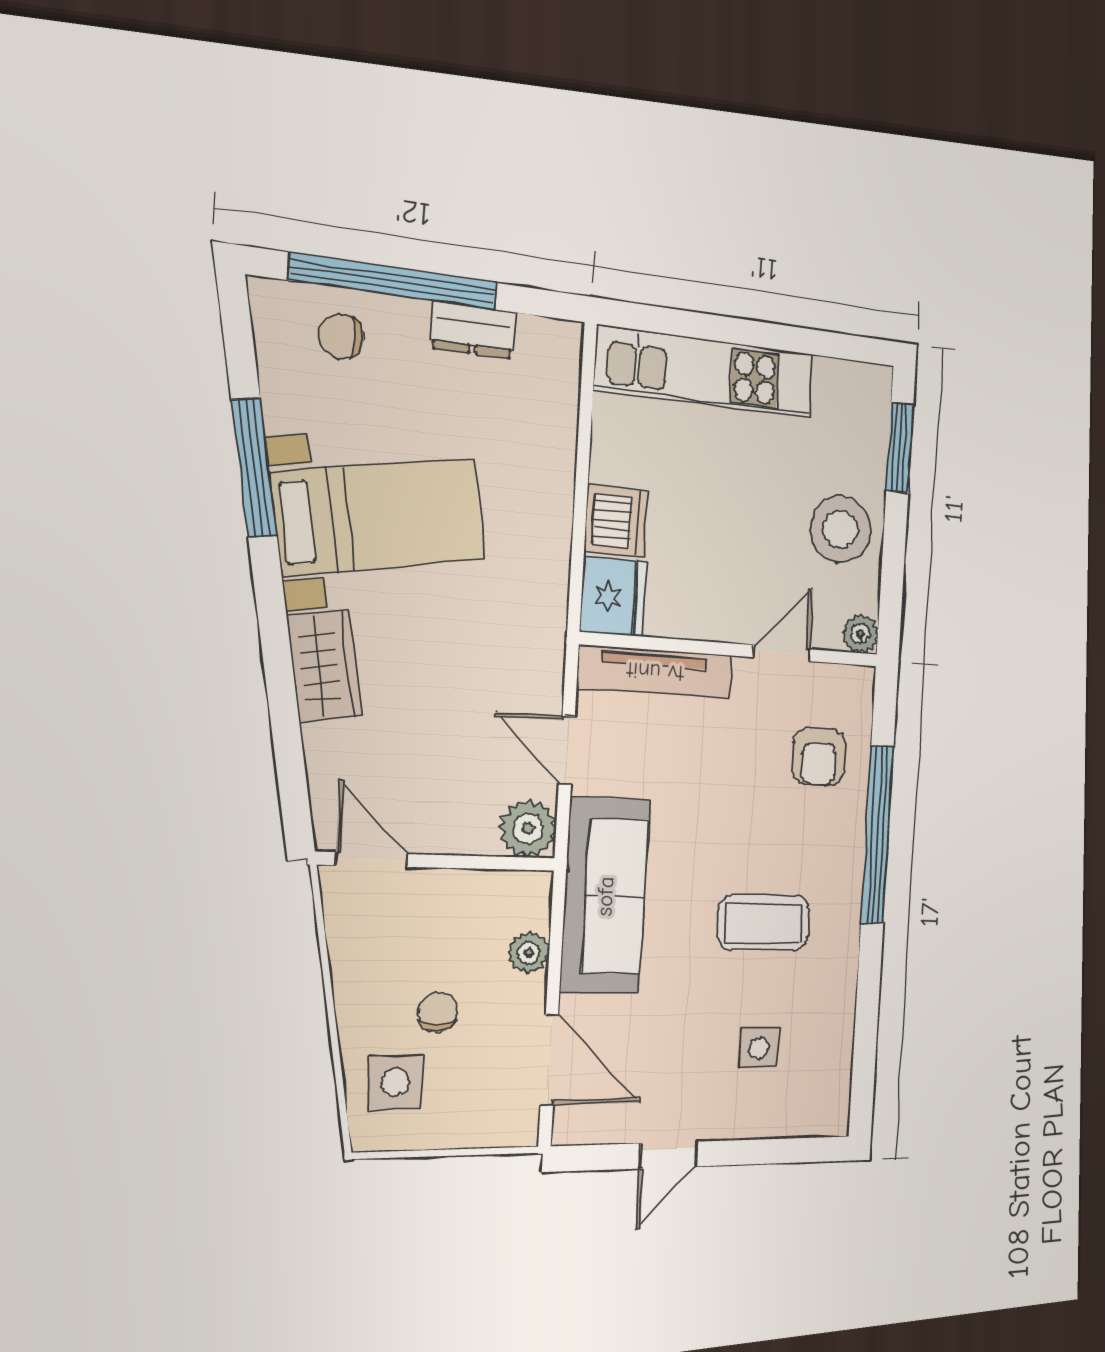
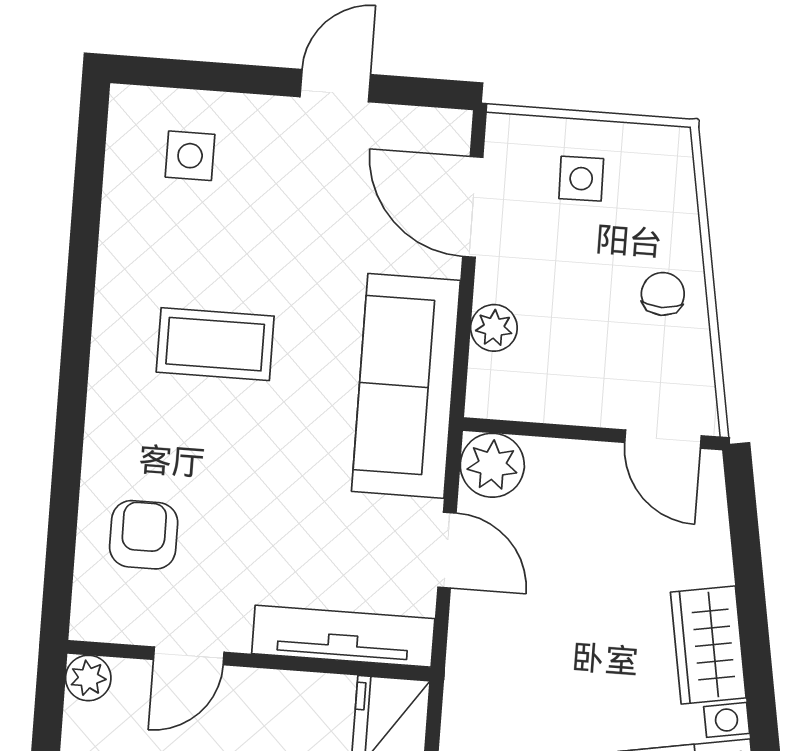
window: (877, 835) -> (69, 440), removed
chair: (438, 1012) -> (663, 294), moved, turned 180
side table: (759, 1048) -> (190, 156), moved
side table: (395, 1082) -> (581, 179), moved, width x0.73, depth x0.73

